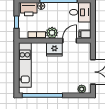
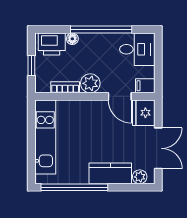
door: (70, 41) -> (120, 96), swing flipped
fridge: (54, 49) -> (144, 113), moved, turned 90
kitchen counter: (64, 87) -> (110, 173), added

